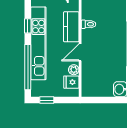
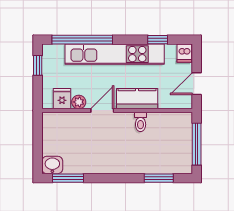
window: (28, 26) -> (158, 40), moved
door: (80, 52) -> (102, 111), hinge flipped

